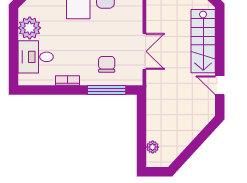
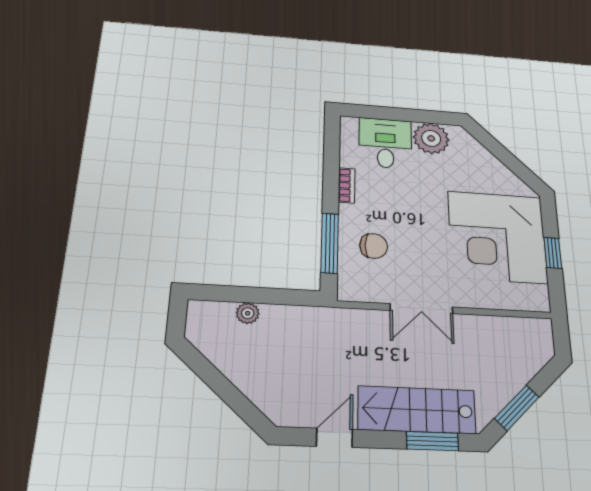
window: (220, 33) -> (432, 441), added
double door: (144, 51) -> (421, 309), moved
plant: (153, 147) -> (248, 313), moved

